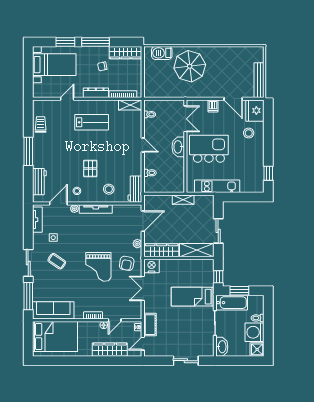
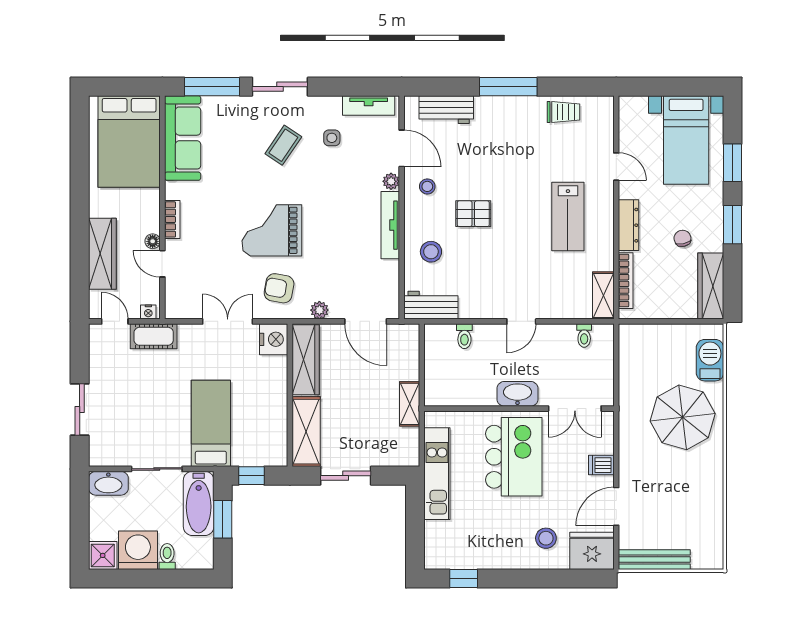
window: (96, 42) -> (733, 225), width x0.69

